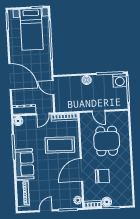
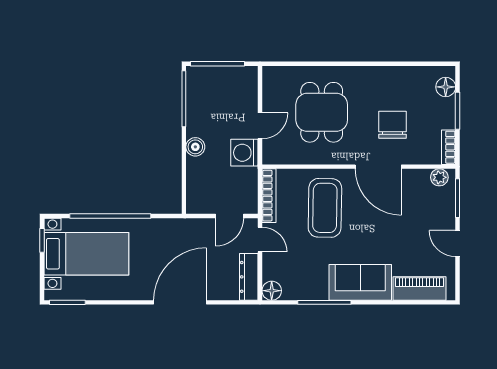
washing machine: (120, 80) -> (244, 153), moved, turned 180
door: (53, 88) -> (229, 216), moved
dining table: (107, 141) -> (322, 112), turned 90
floor lamp: (107, 202) -> (446, 87), moved

